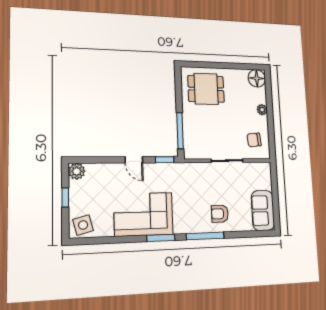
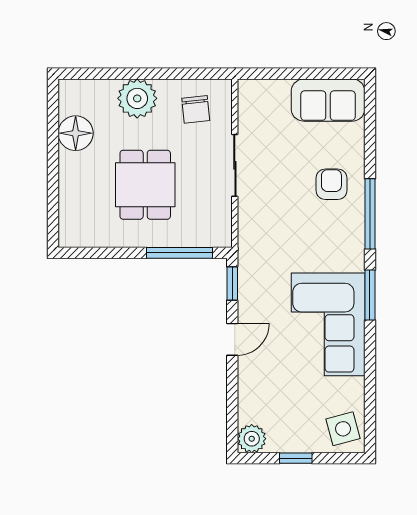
floor lamp: (257, 78) -> (76, 133), moved
dining table: (206, 89) -> (145, 185), moved
plant: (262, 110) -> (137, 98), width x1.88, depth x1.88
armchair: (220, 214) -> (331, 184), turned 180

